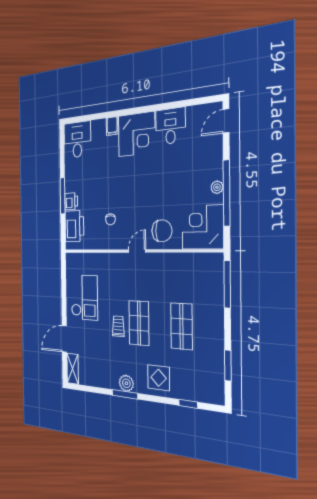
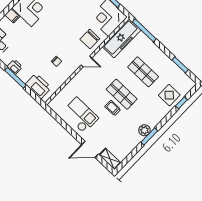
printer: (71, 201) -> (15, 67), moved
chair: (162, 231) -> (90, 39), turned 180
door: (137, 251) -> (86, 62), swing flipped
freezer: (194, 266) -> (122, 38), added
door: (64, 339) -> (90, 149), hinge flipped
display table: (159, 378) -> (169, 95), moved

